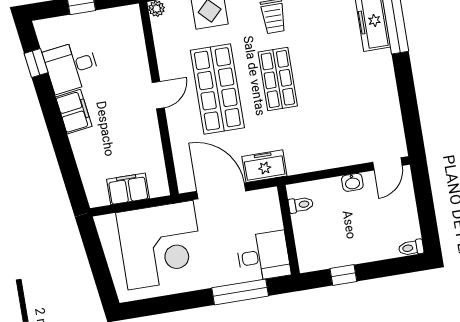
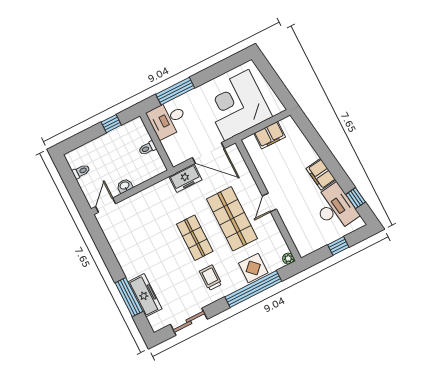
desk: (71, 67) -> (335, 208), width x1.37
toilet: (301, 205) -> (147, 148), moved
toilet: (411, 248) -> (81, 171), moved

